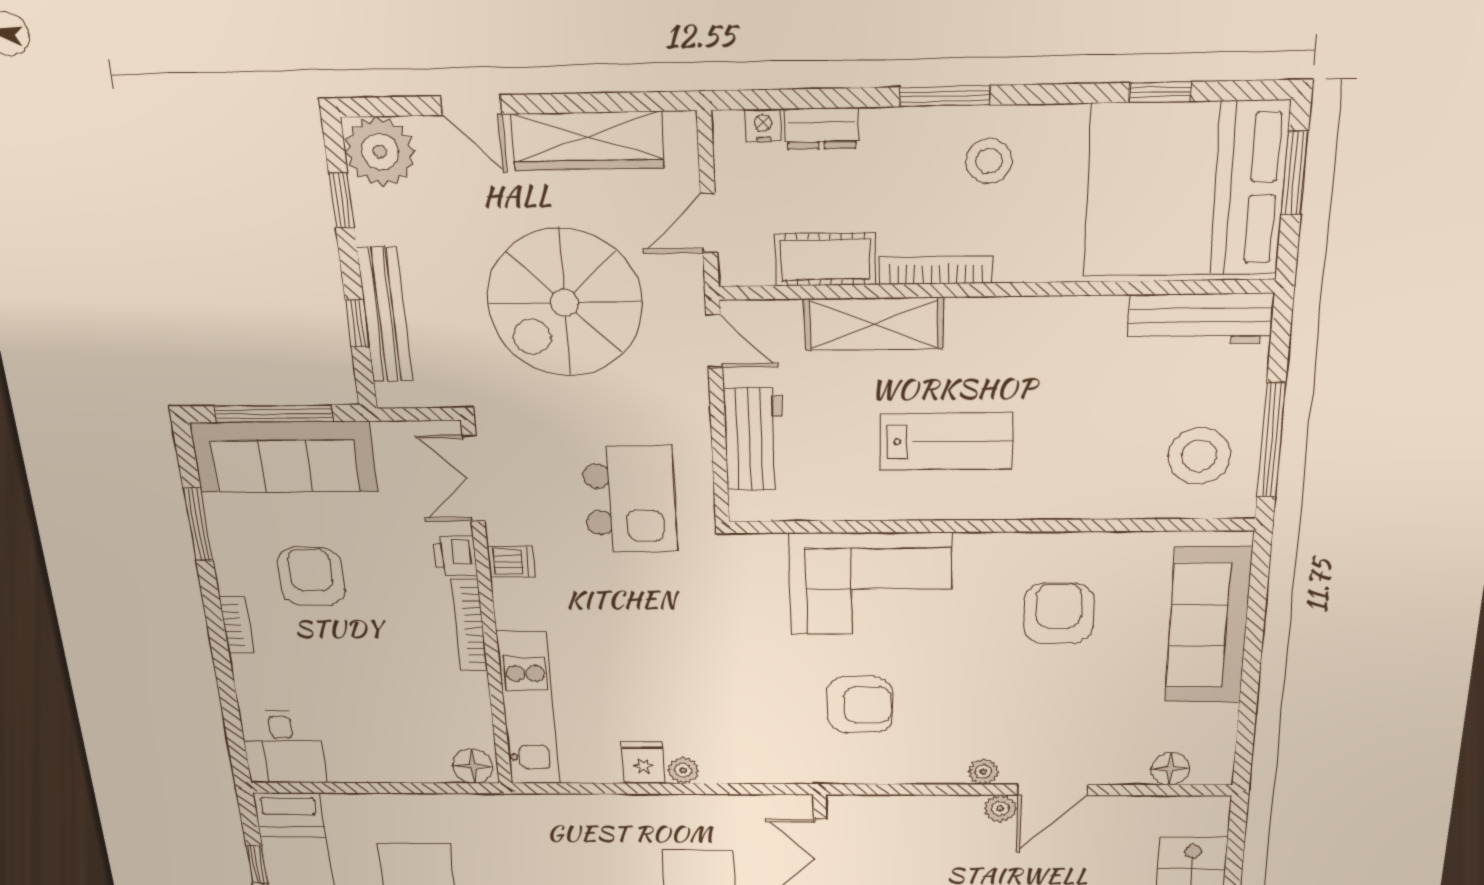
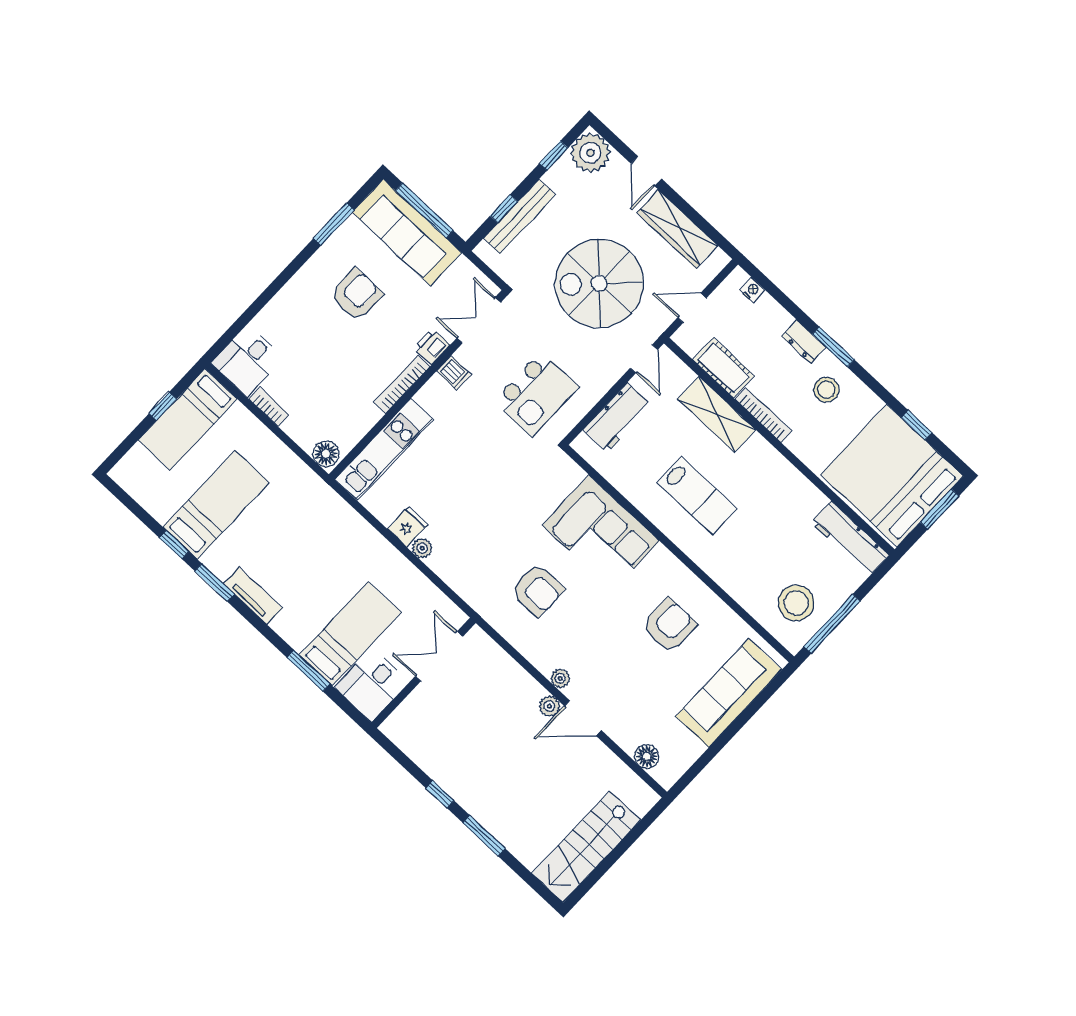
dresser: (821, 129) -> (804, 342), moved
bookcase: (236, 625) -> (269, 407), moved, turned -90

